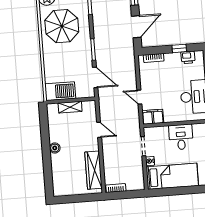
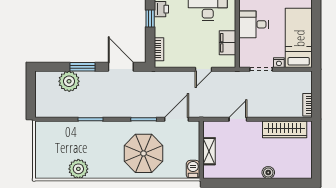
parasol: (62, 26) -> (143, 153), moved
barbecue: (60, 91) -> (193, 169), width x0.53, depth x0.65
filing cabinet: (153, 117) -> (228, 43), moved
boiler: (55, 148) -> (268, 173), moved

